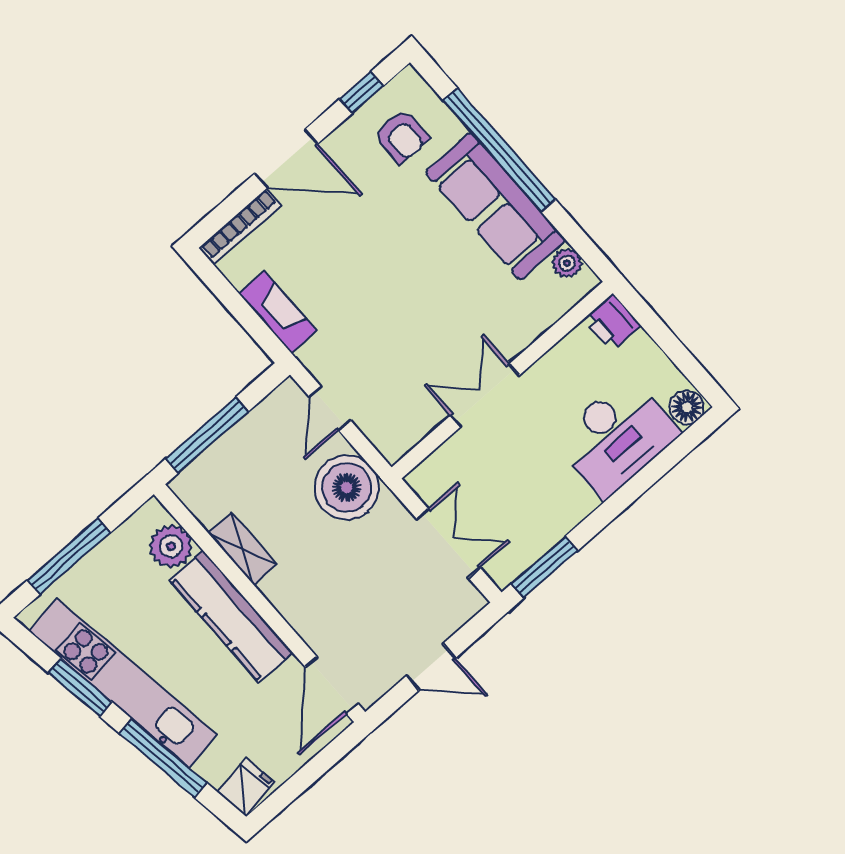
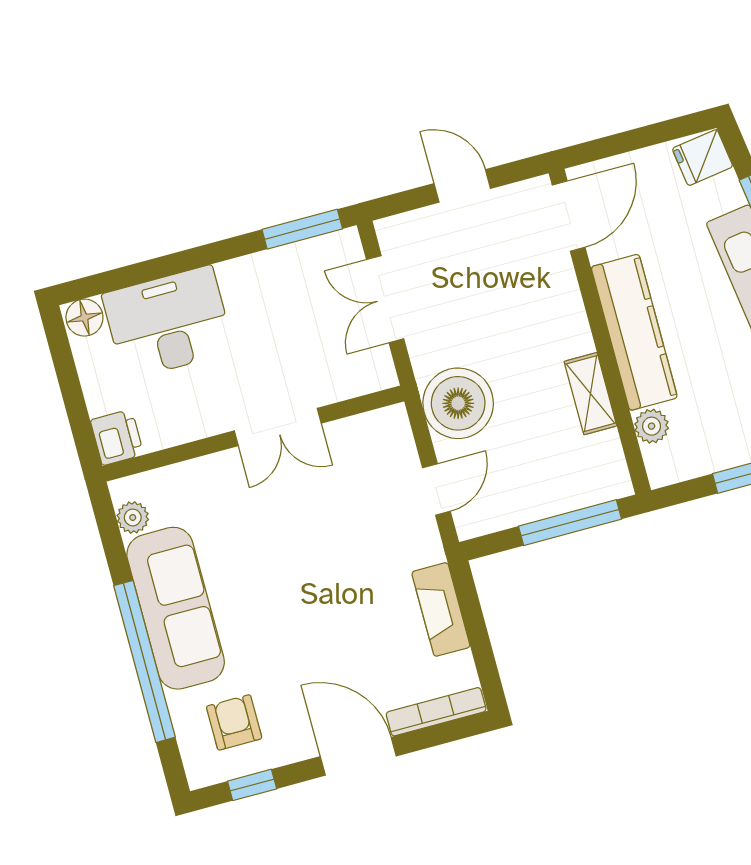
plant: (171, 546) -> (652, 426), width x0.73, depth x0.73

